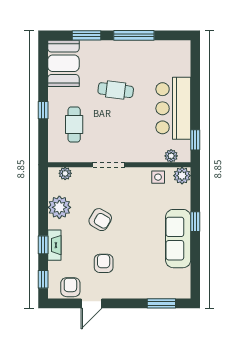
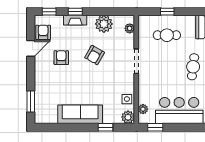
window: (43, 110) -> (167, 12), moved
window: (195, 222) -> (105, 127), moved
armchair: (104, 263) -> (61, 58), turned -90
armchair: (70, 287) -> (43, 32), turned -90
door: (91, 303) -> (31, 48), swing flipped

